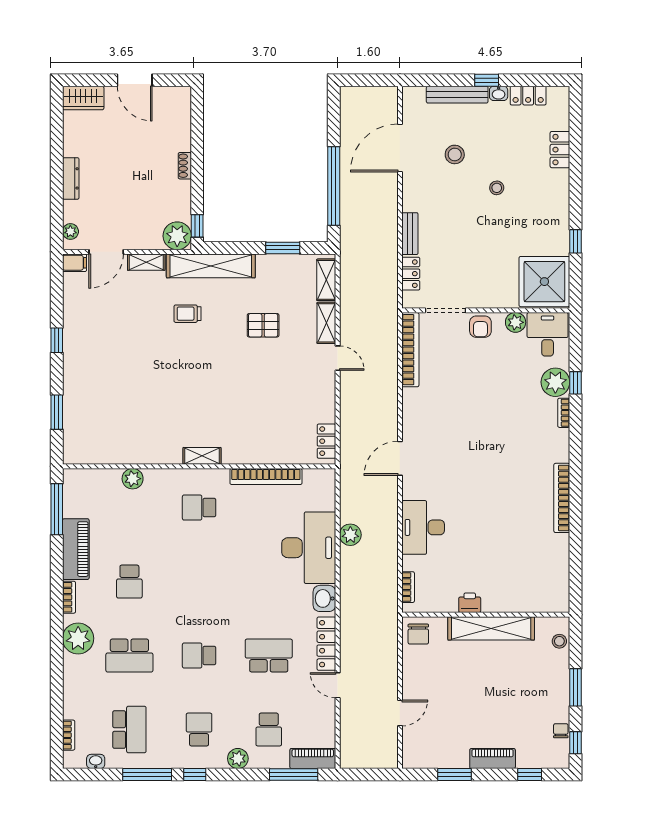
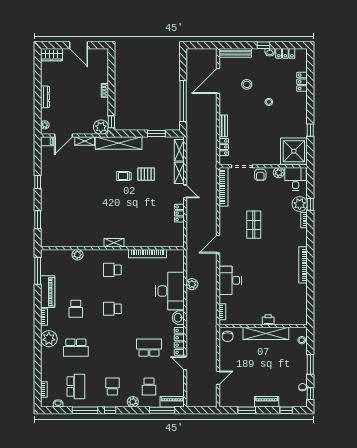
bench: (457, 95) -> (235, 53), moved
trolley: (187, 314) -> (124, 176), moved
shop shelf: (468, 421) -> (254, 225), added
locker: (326, 441) -> (179, 213), moved
printer: (470, 603) -> (268, 320), moved
school desk: (199, 656) -> (112, 309), moved

